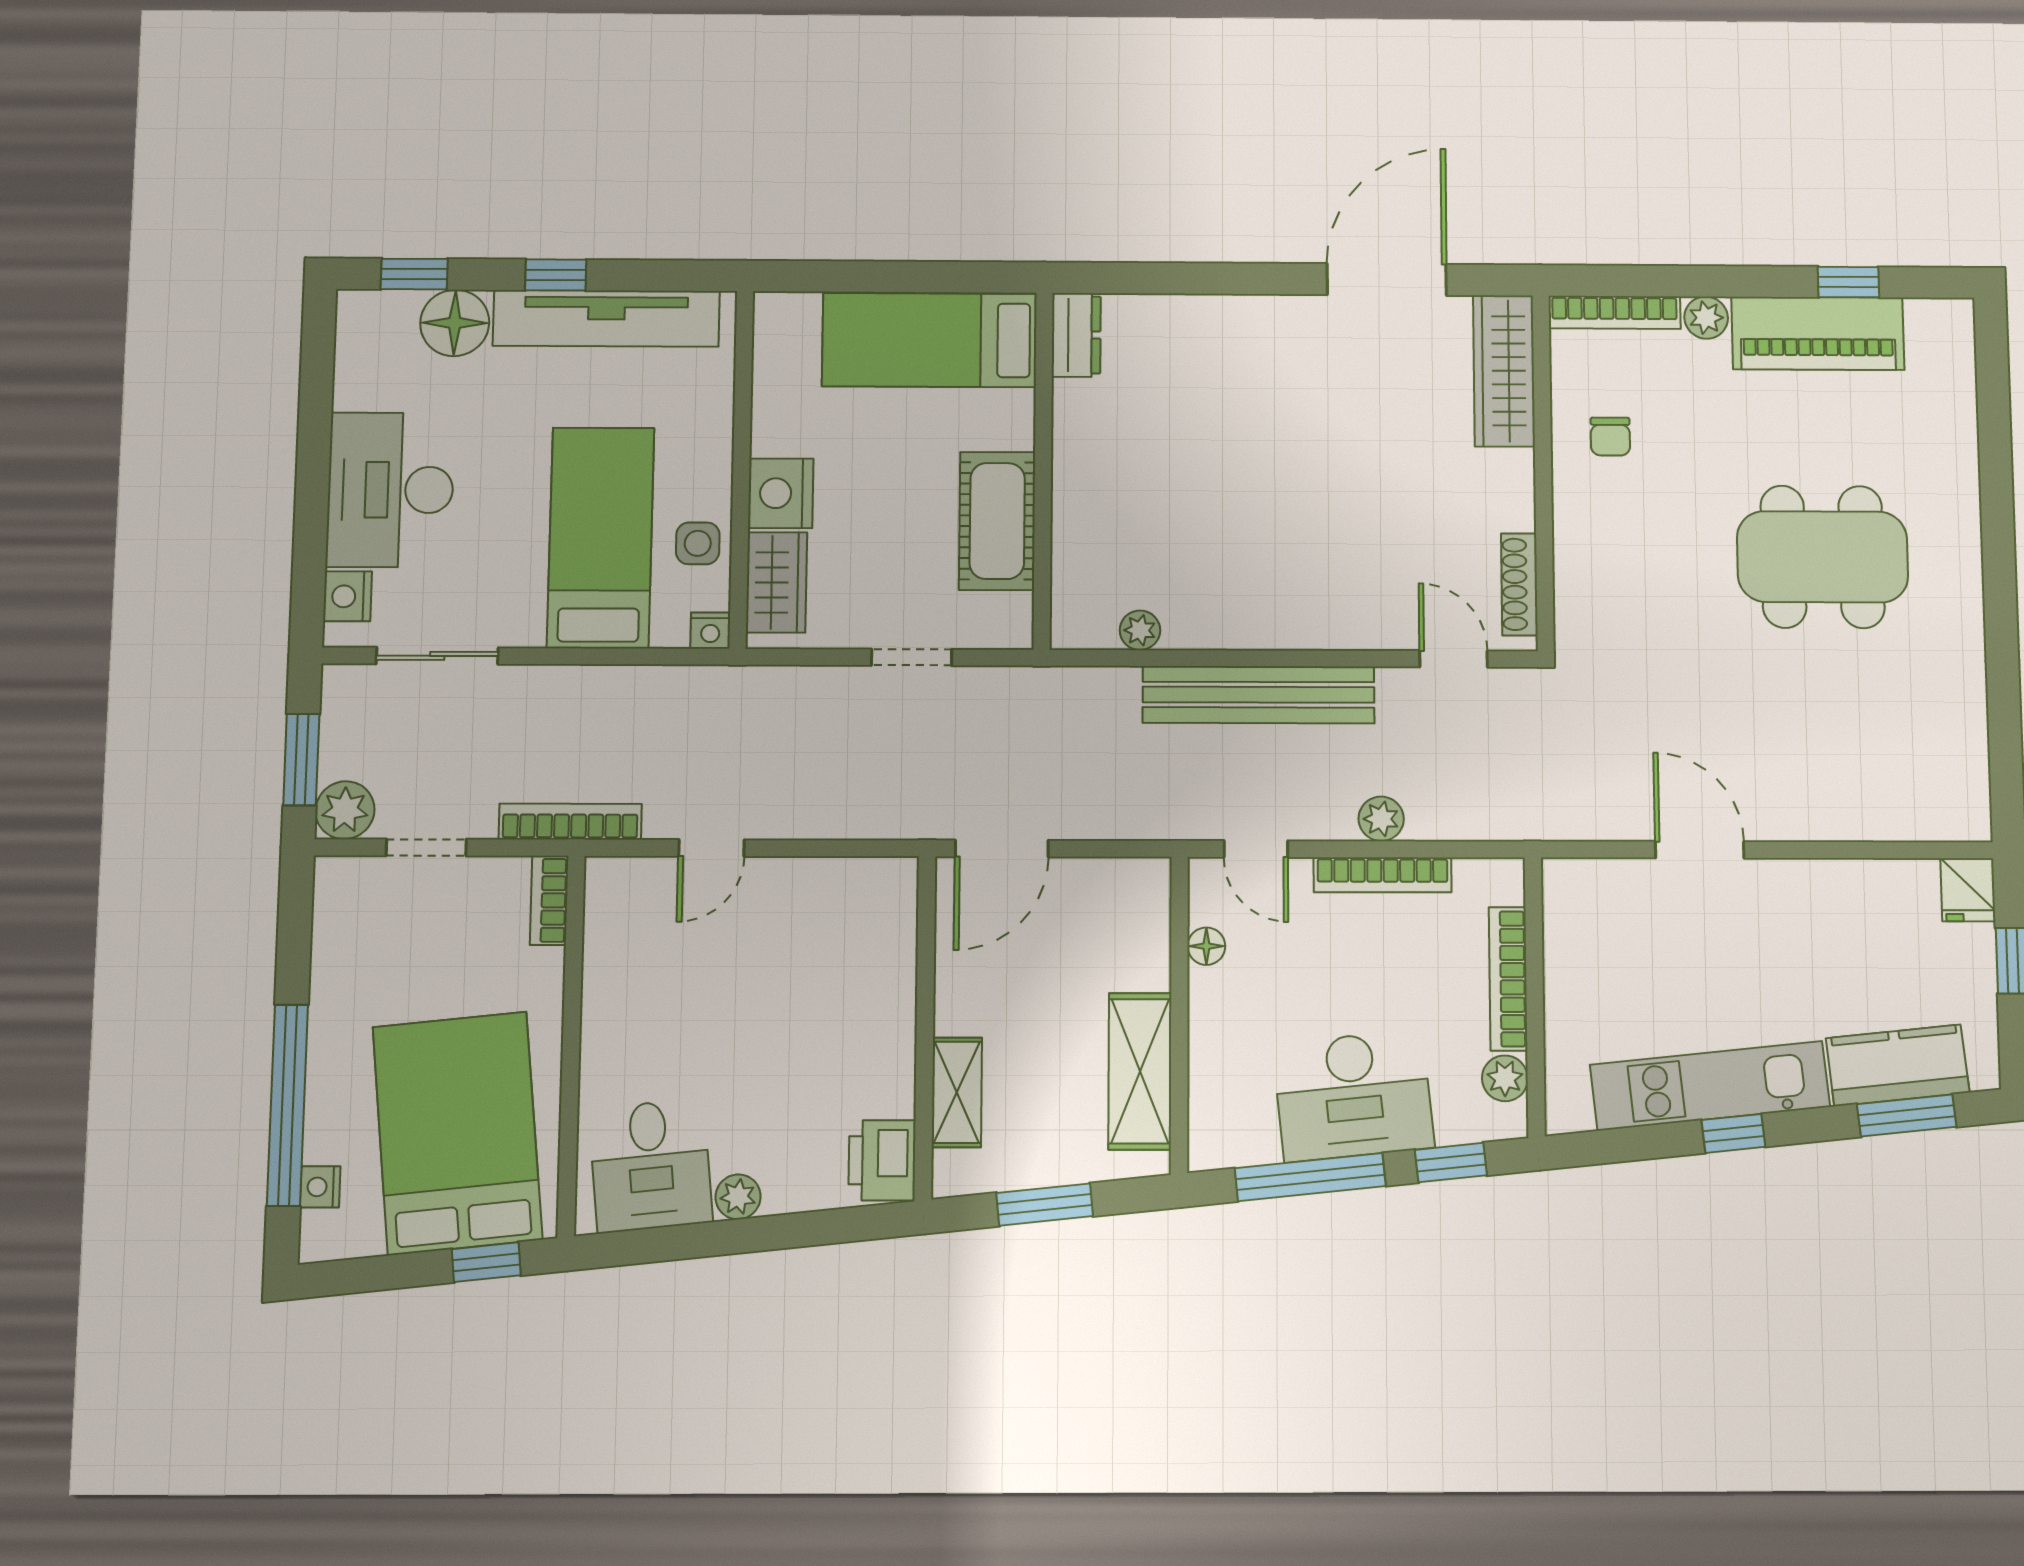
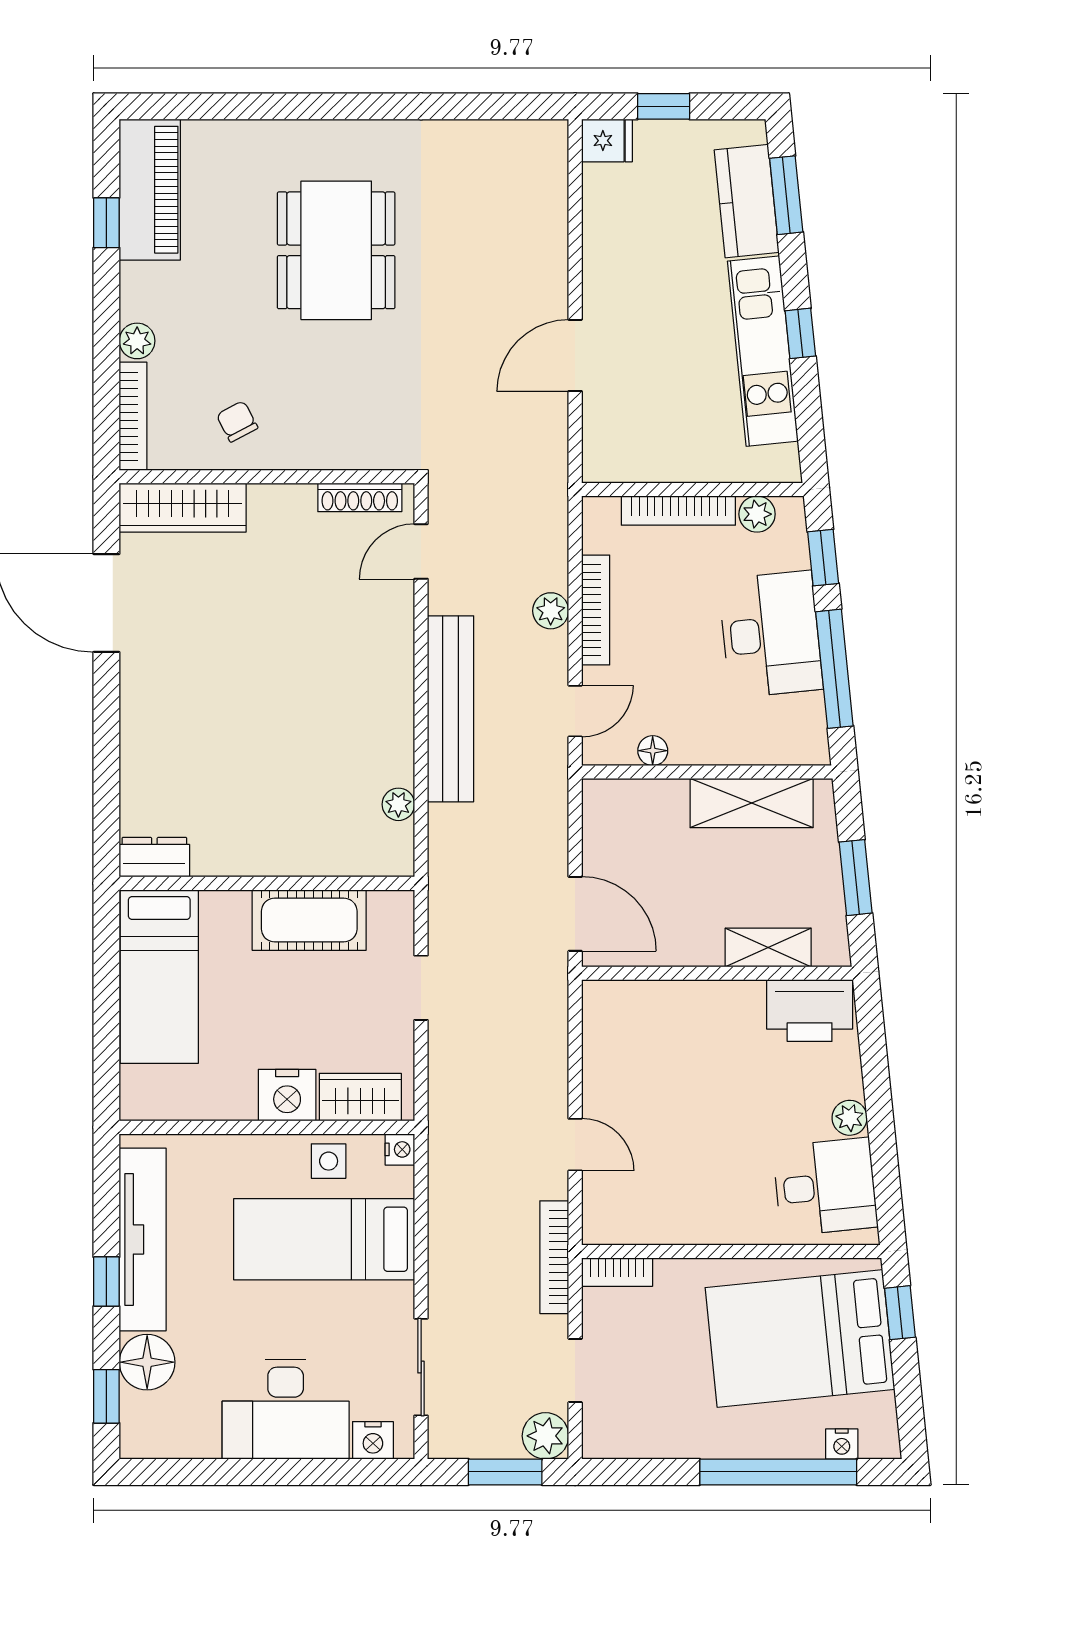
piano: (1818, 333) -> (150, 190), moved
chair: (1610, 436) -> (237, 421), turned -118
printer: (882, 1160) -> (810, 1011), width x1.37, depth x1.19

